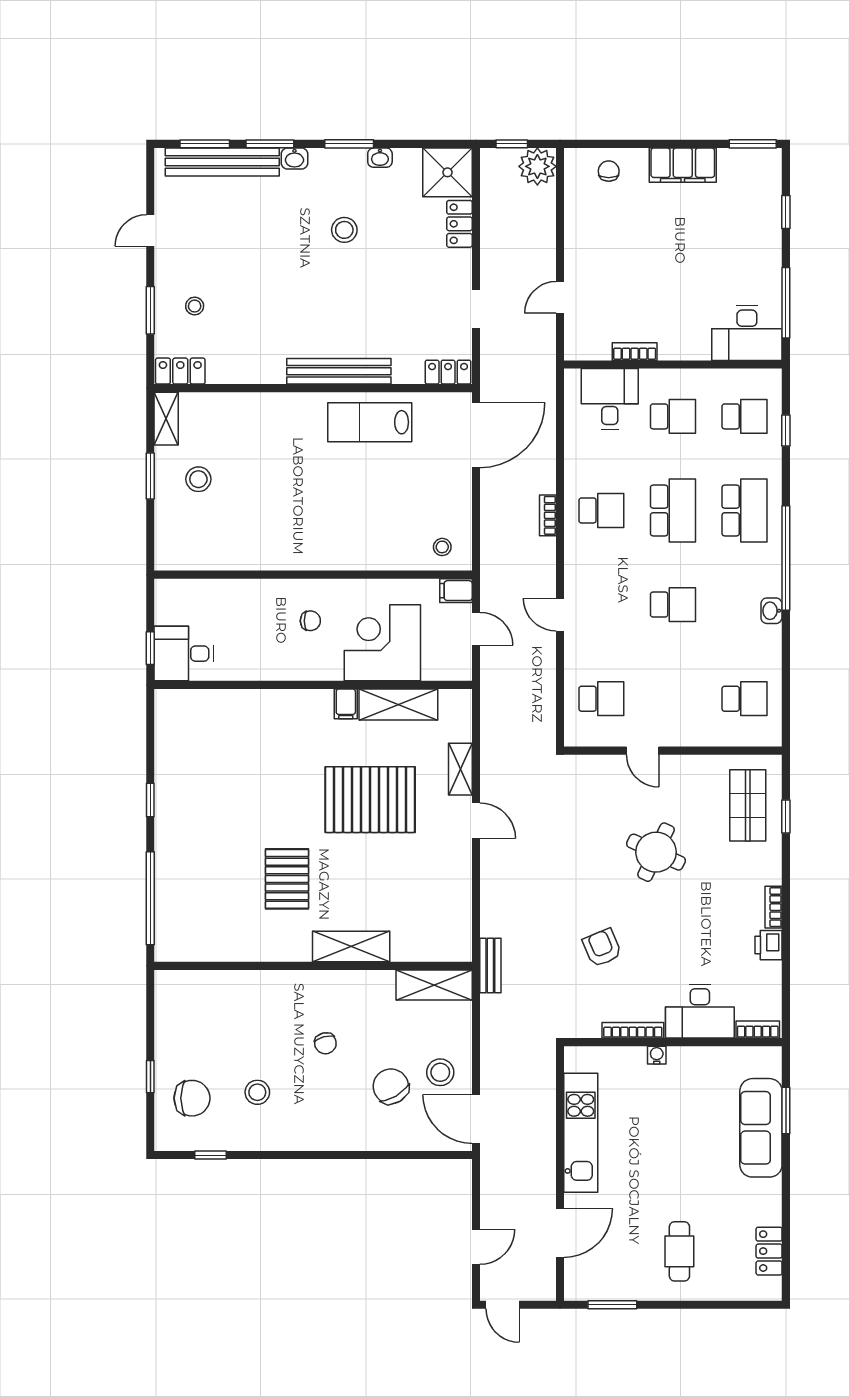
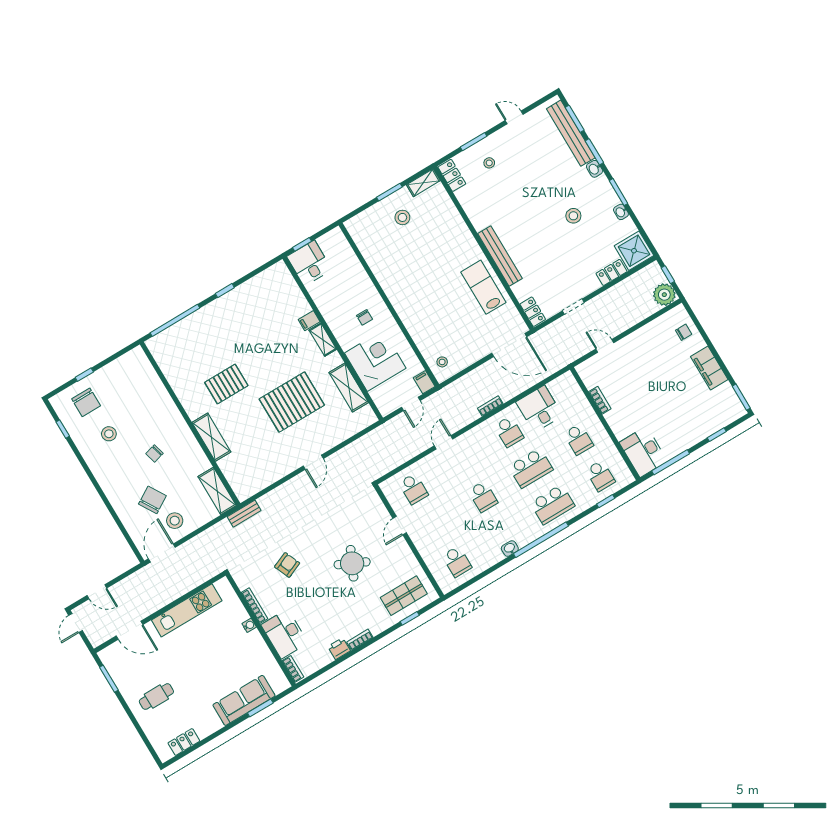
desk: (610, 399) -> (539, 409), moved, turned -90
filing cabinet: (346, 704) -> (309, 321), moved
shelving: (460, 769) -> (323, 340), moved, turned 90
pallet: (370, 800) -> (292, 402), turned 90

